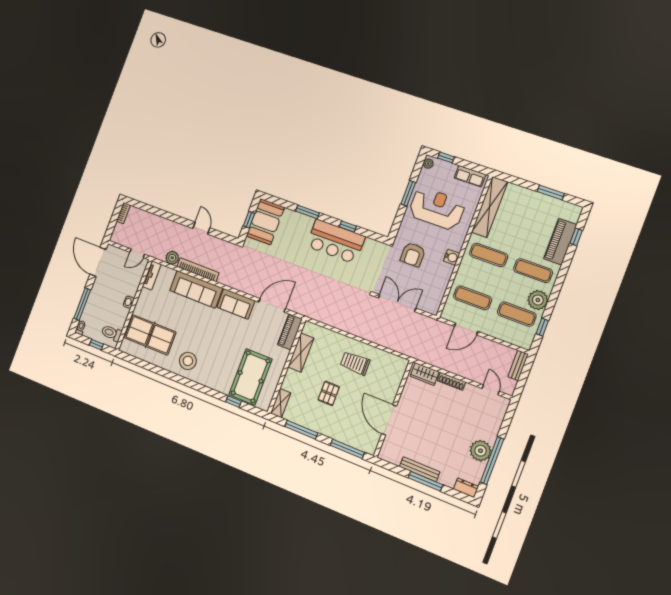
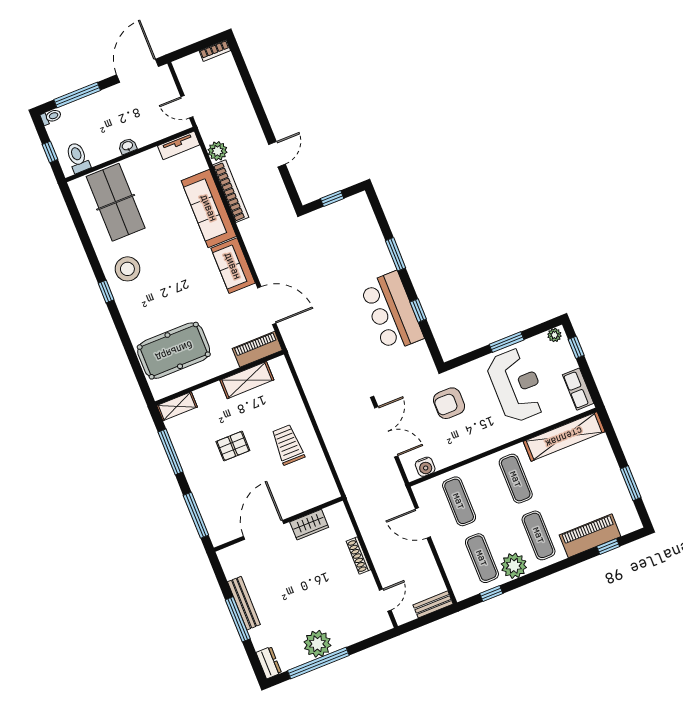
booth: (265, 222) -> (346, 218), removed
water cooler: (452, 257) -> (425, 467), moved
wardrobe: (425, 374) -> (309, 525), moved, turned -90
window: (233, 402) -> (106, 292), moved

